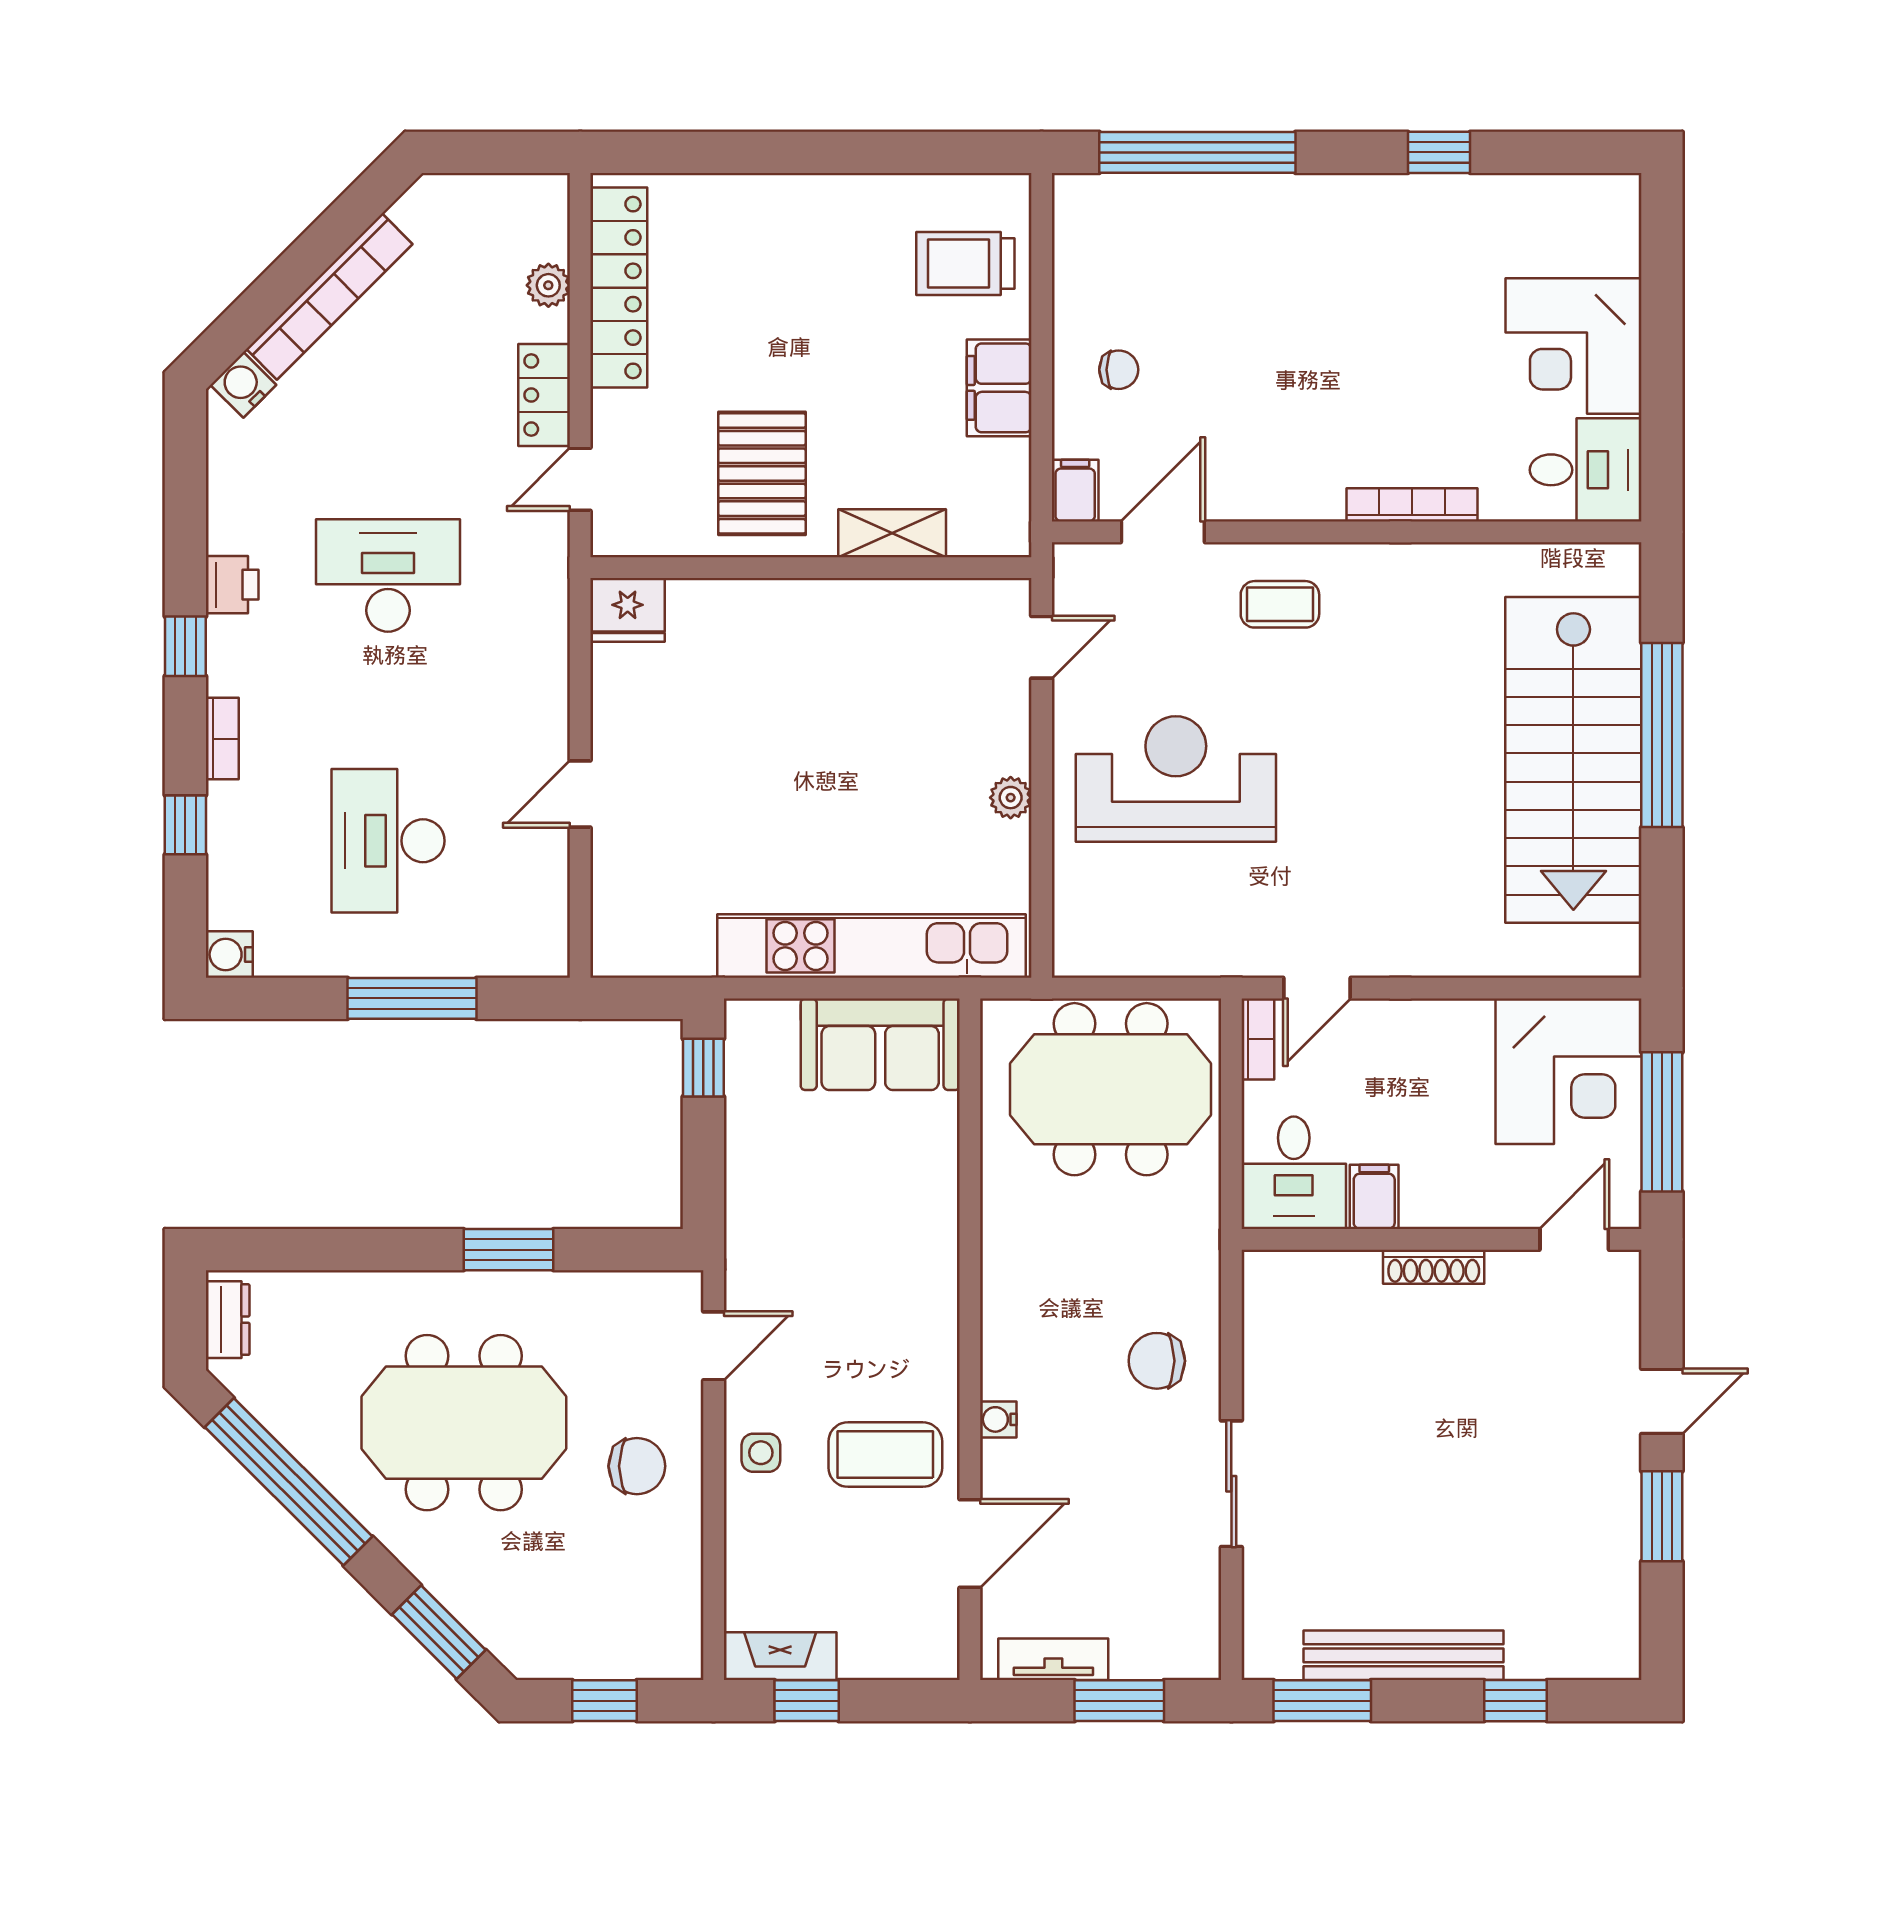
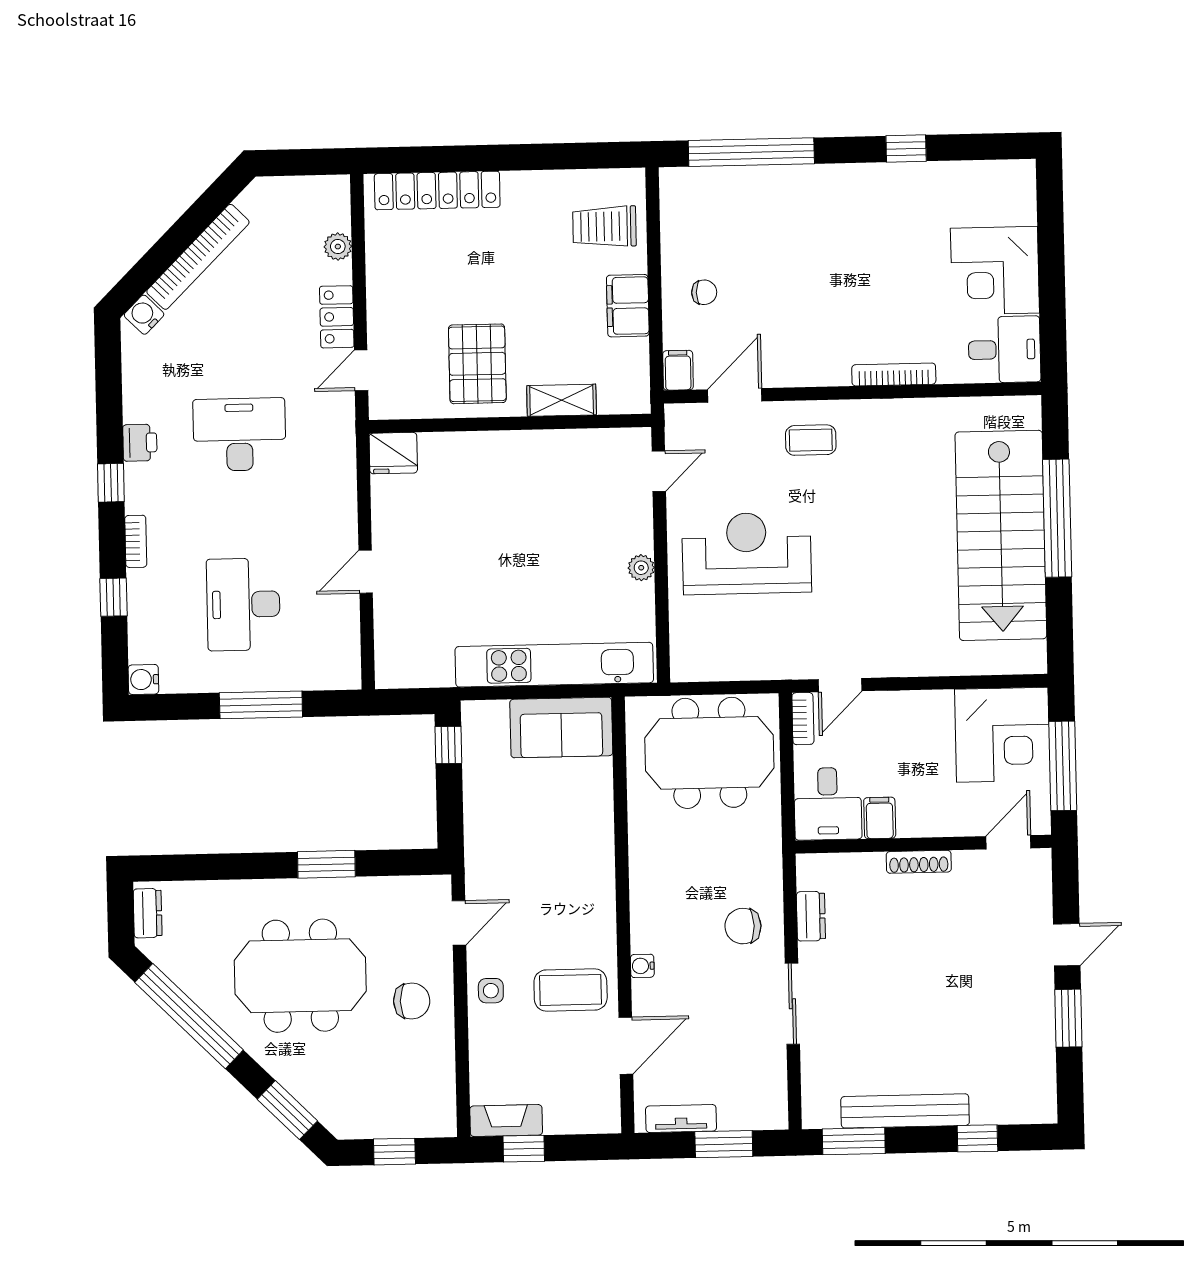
locker: (619, 288) -> (437, 190), moved, turned 90
dresser: (1263, 1348) -> (811, 916), added

